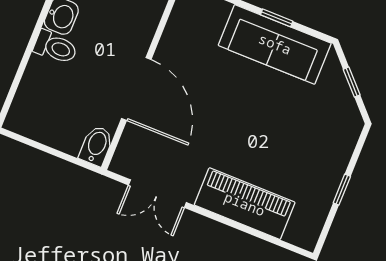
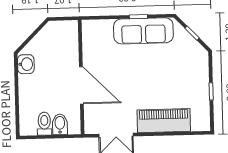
toilet: (55, 47) -> (44, 124), moved, turned -90
bidet: (96, 146) -> (60, 124), moved

